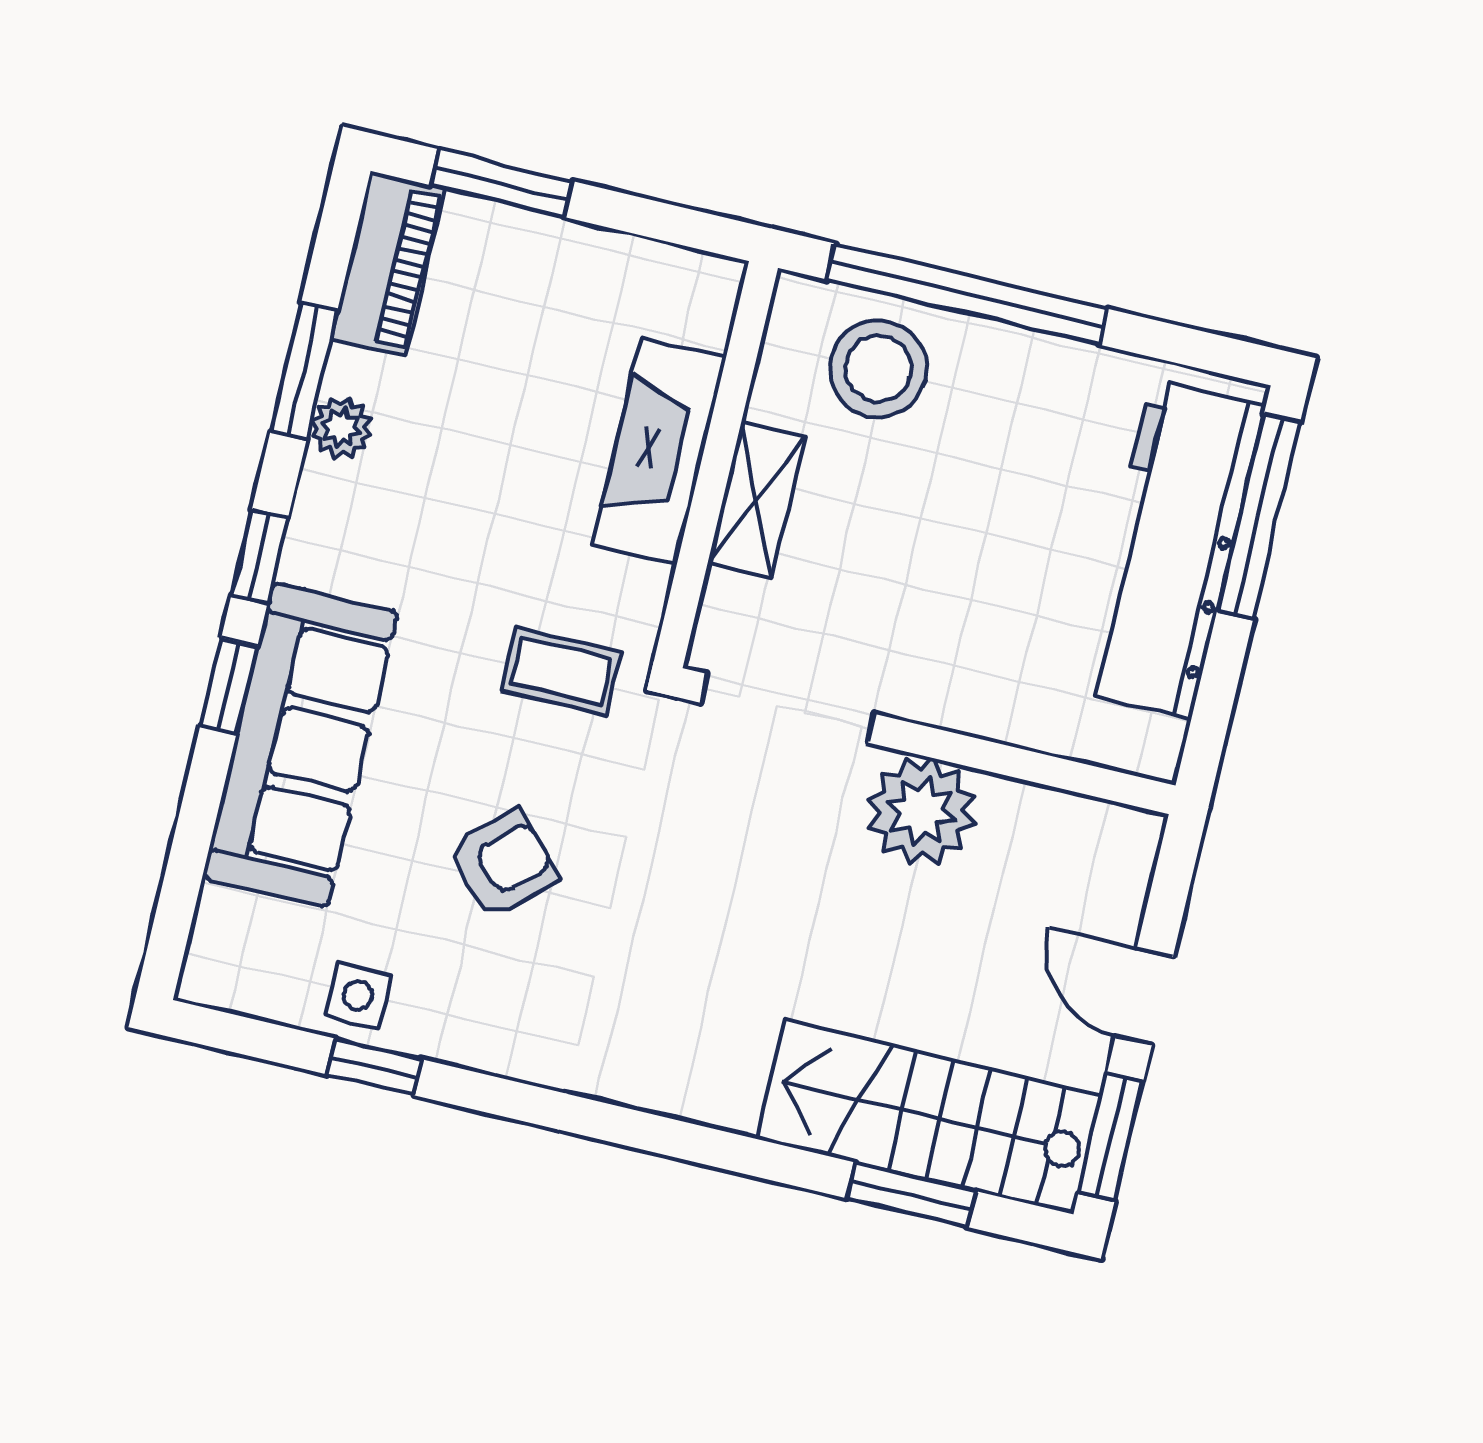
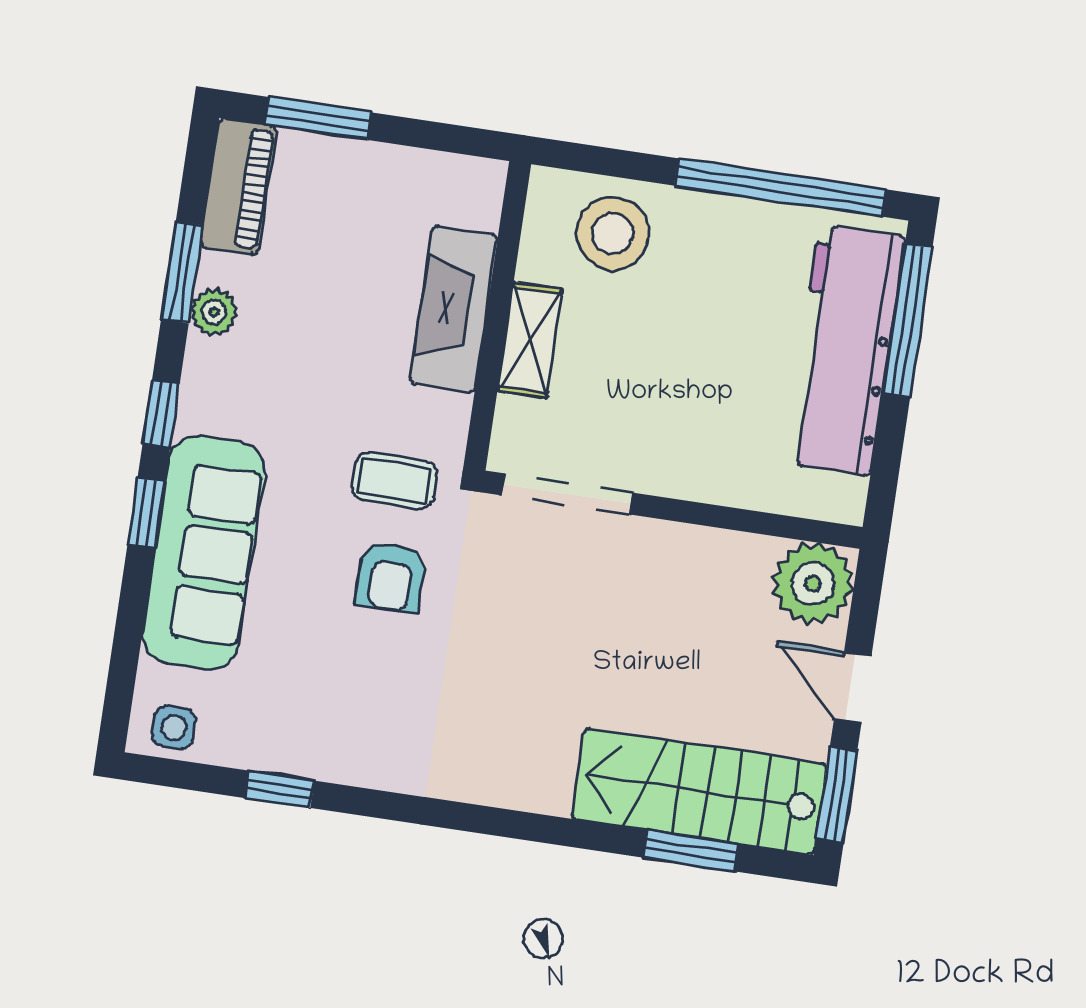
window: (967, 294) -> (780, 187), moved
plant: (921, 811) -> (813, 583), moved
armchair: (503, 864) -> (391, 577), moved, turned 133
side table: (358, 995) -> (174, 727), moved

